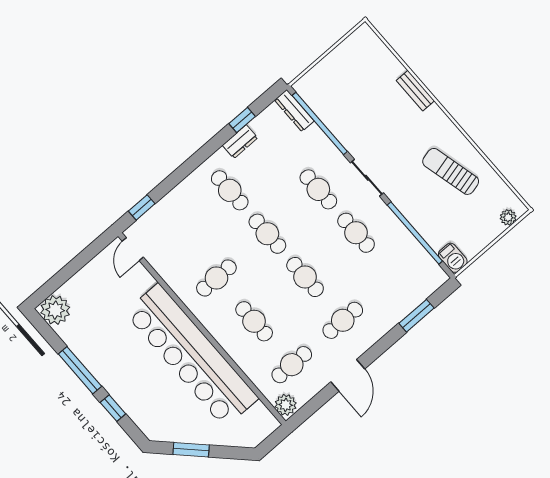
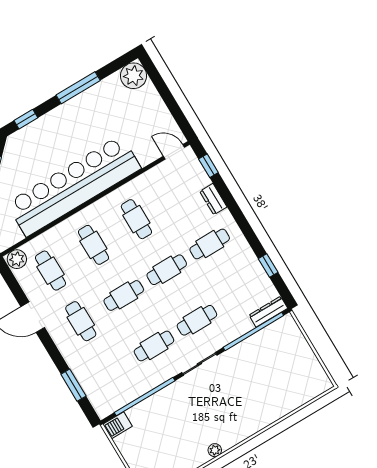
bench: (415, 91) -> (267, 419), removed
dresser: (240, 142) -> (213, 199), moved
plant: (461, 143) -> (215, 450), added
sun lounger: (451, 171) -> (192, 437), removed
cafe table: (254, 321) -> (93, 245), turned 90
window: (113, 408) -> (26, 119), moved

